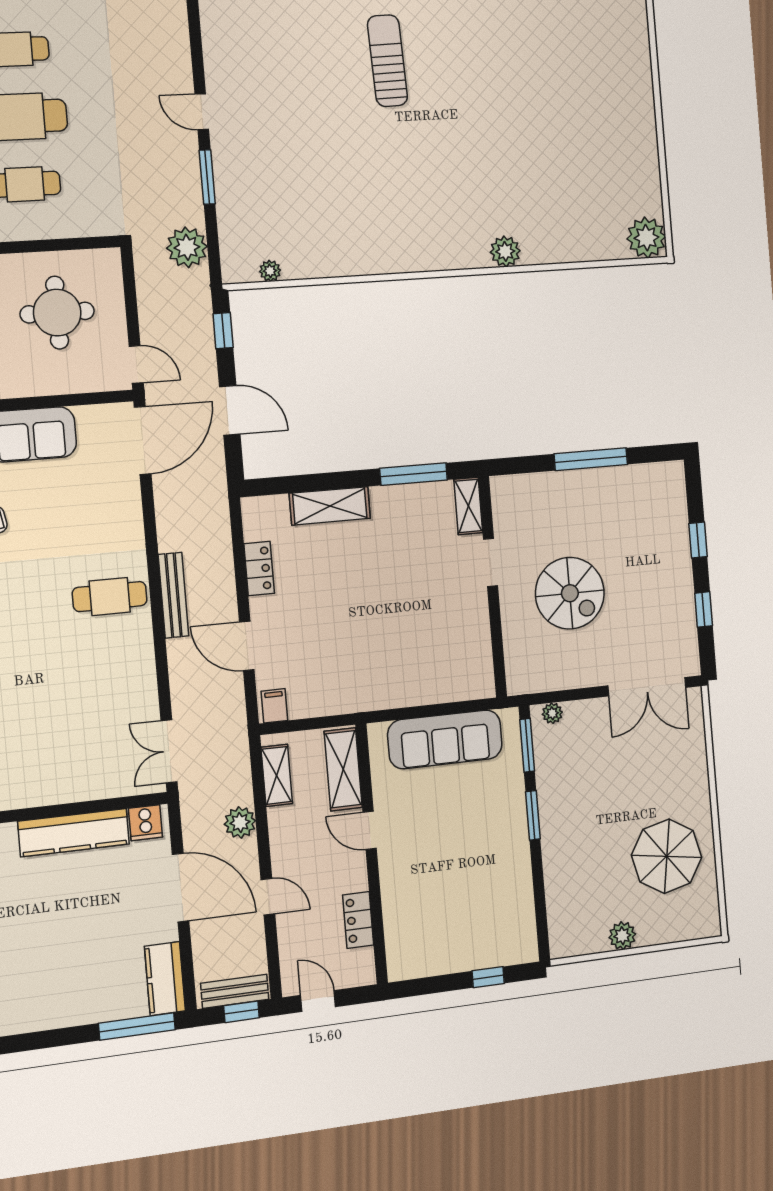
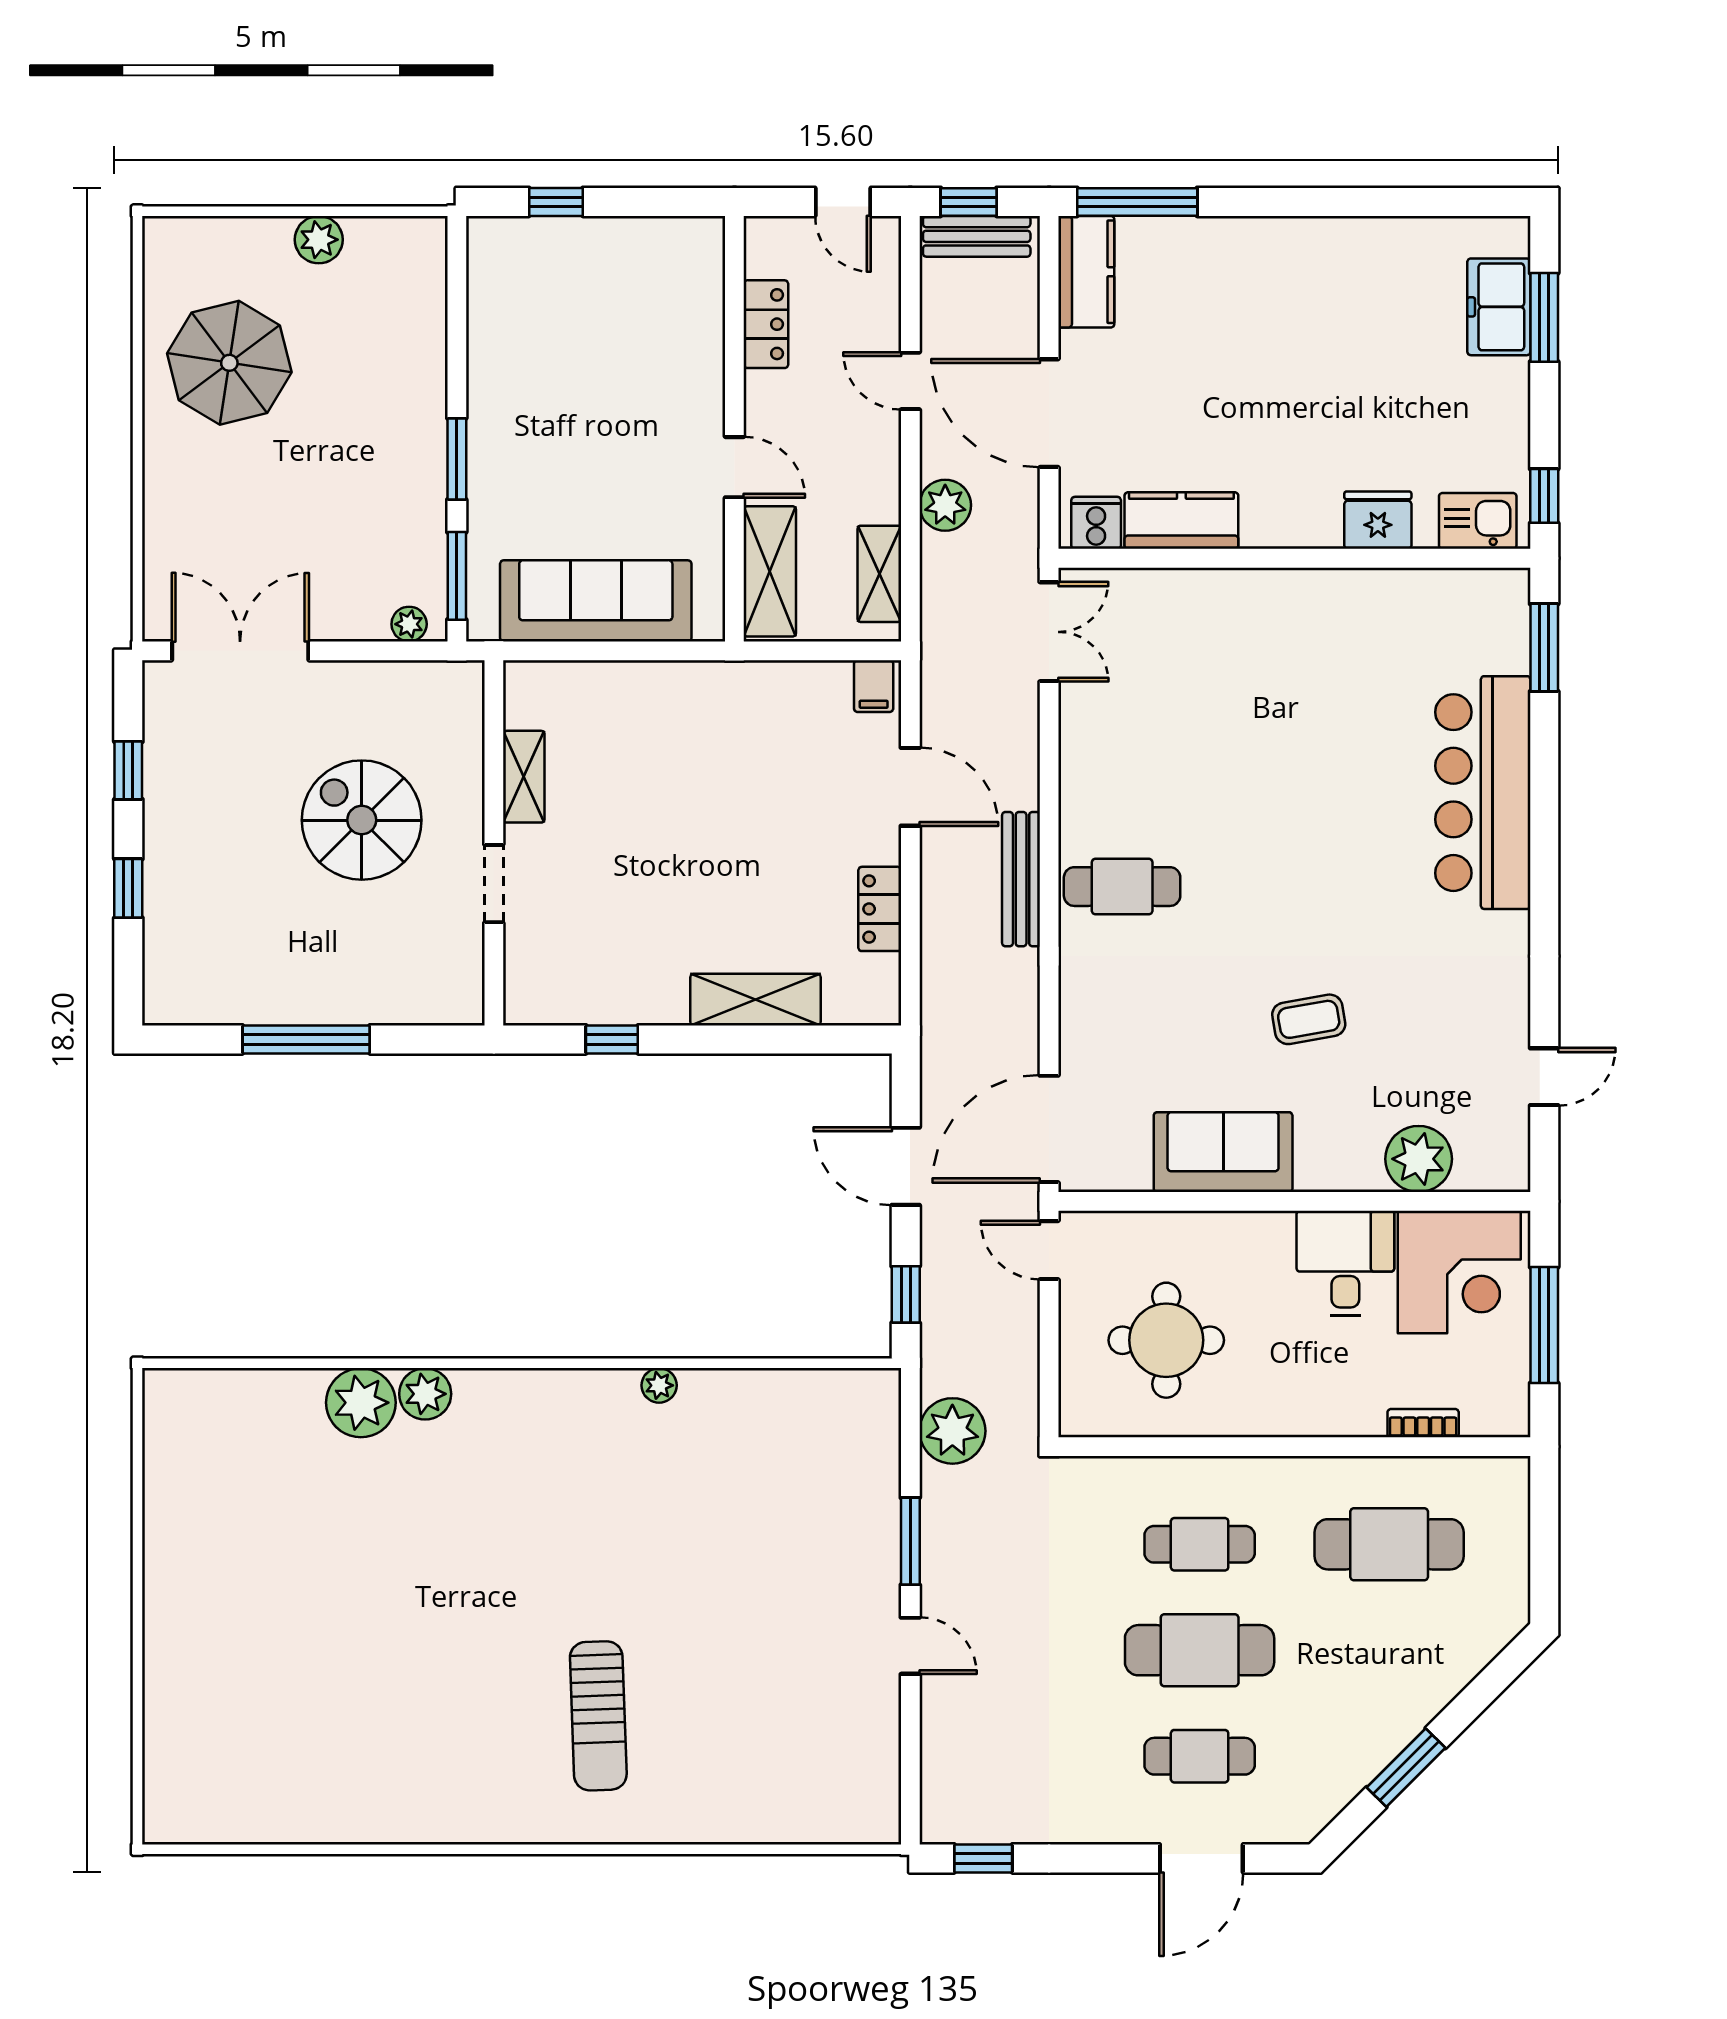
plant: (646, 238) -> (361, 1403), moved
plant: (270, 271) -> (659, 1385), moved
window: (414, 474) -> (612, 1039), width x0.46
shelving: (468, 506) -> (524, 777), moved
kitchen counter: (74, 833) -> (1181, 521), width x0.67

